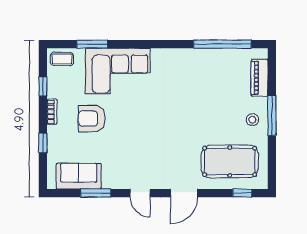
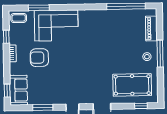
window: (43, 143) -> (7, 91), moved
sofa: (79, 176) -> (18, 90), moved, turned 90

